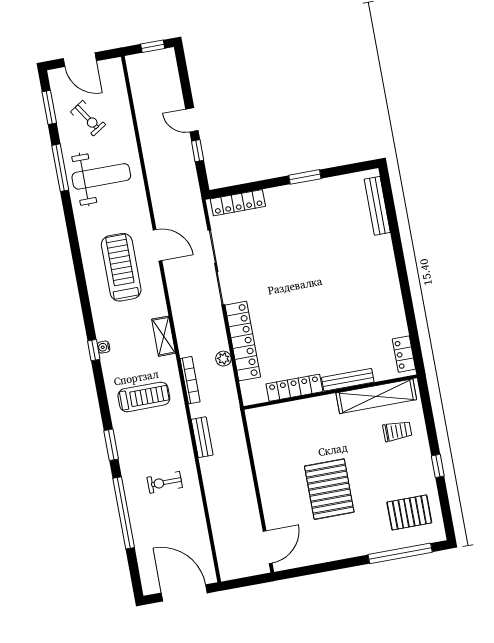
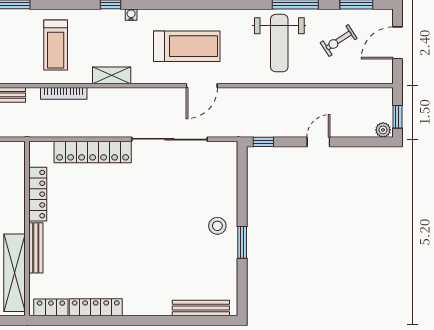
window: (198, 151) -> (263, 142), moved
locker: (238, 203) -> (96, 307), moved, turned 90
stool: (293, 204) -> (217, 226), added
water cooler: (104, 347) -> (131, 15), moved
plant: (223, 359) -> (383, 130), moved

